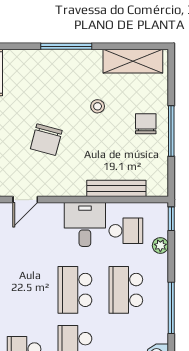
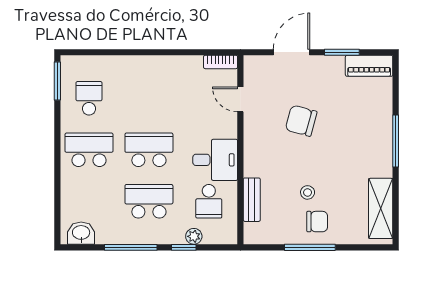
stool: (98, 106) -> (308, 192), moved
bench: (116, 188) -> (252, 200), width x0.73
window: (171, 219) -> (184, 247), moved

